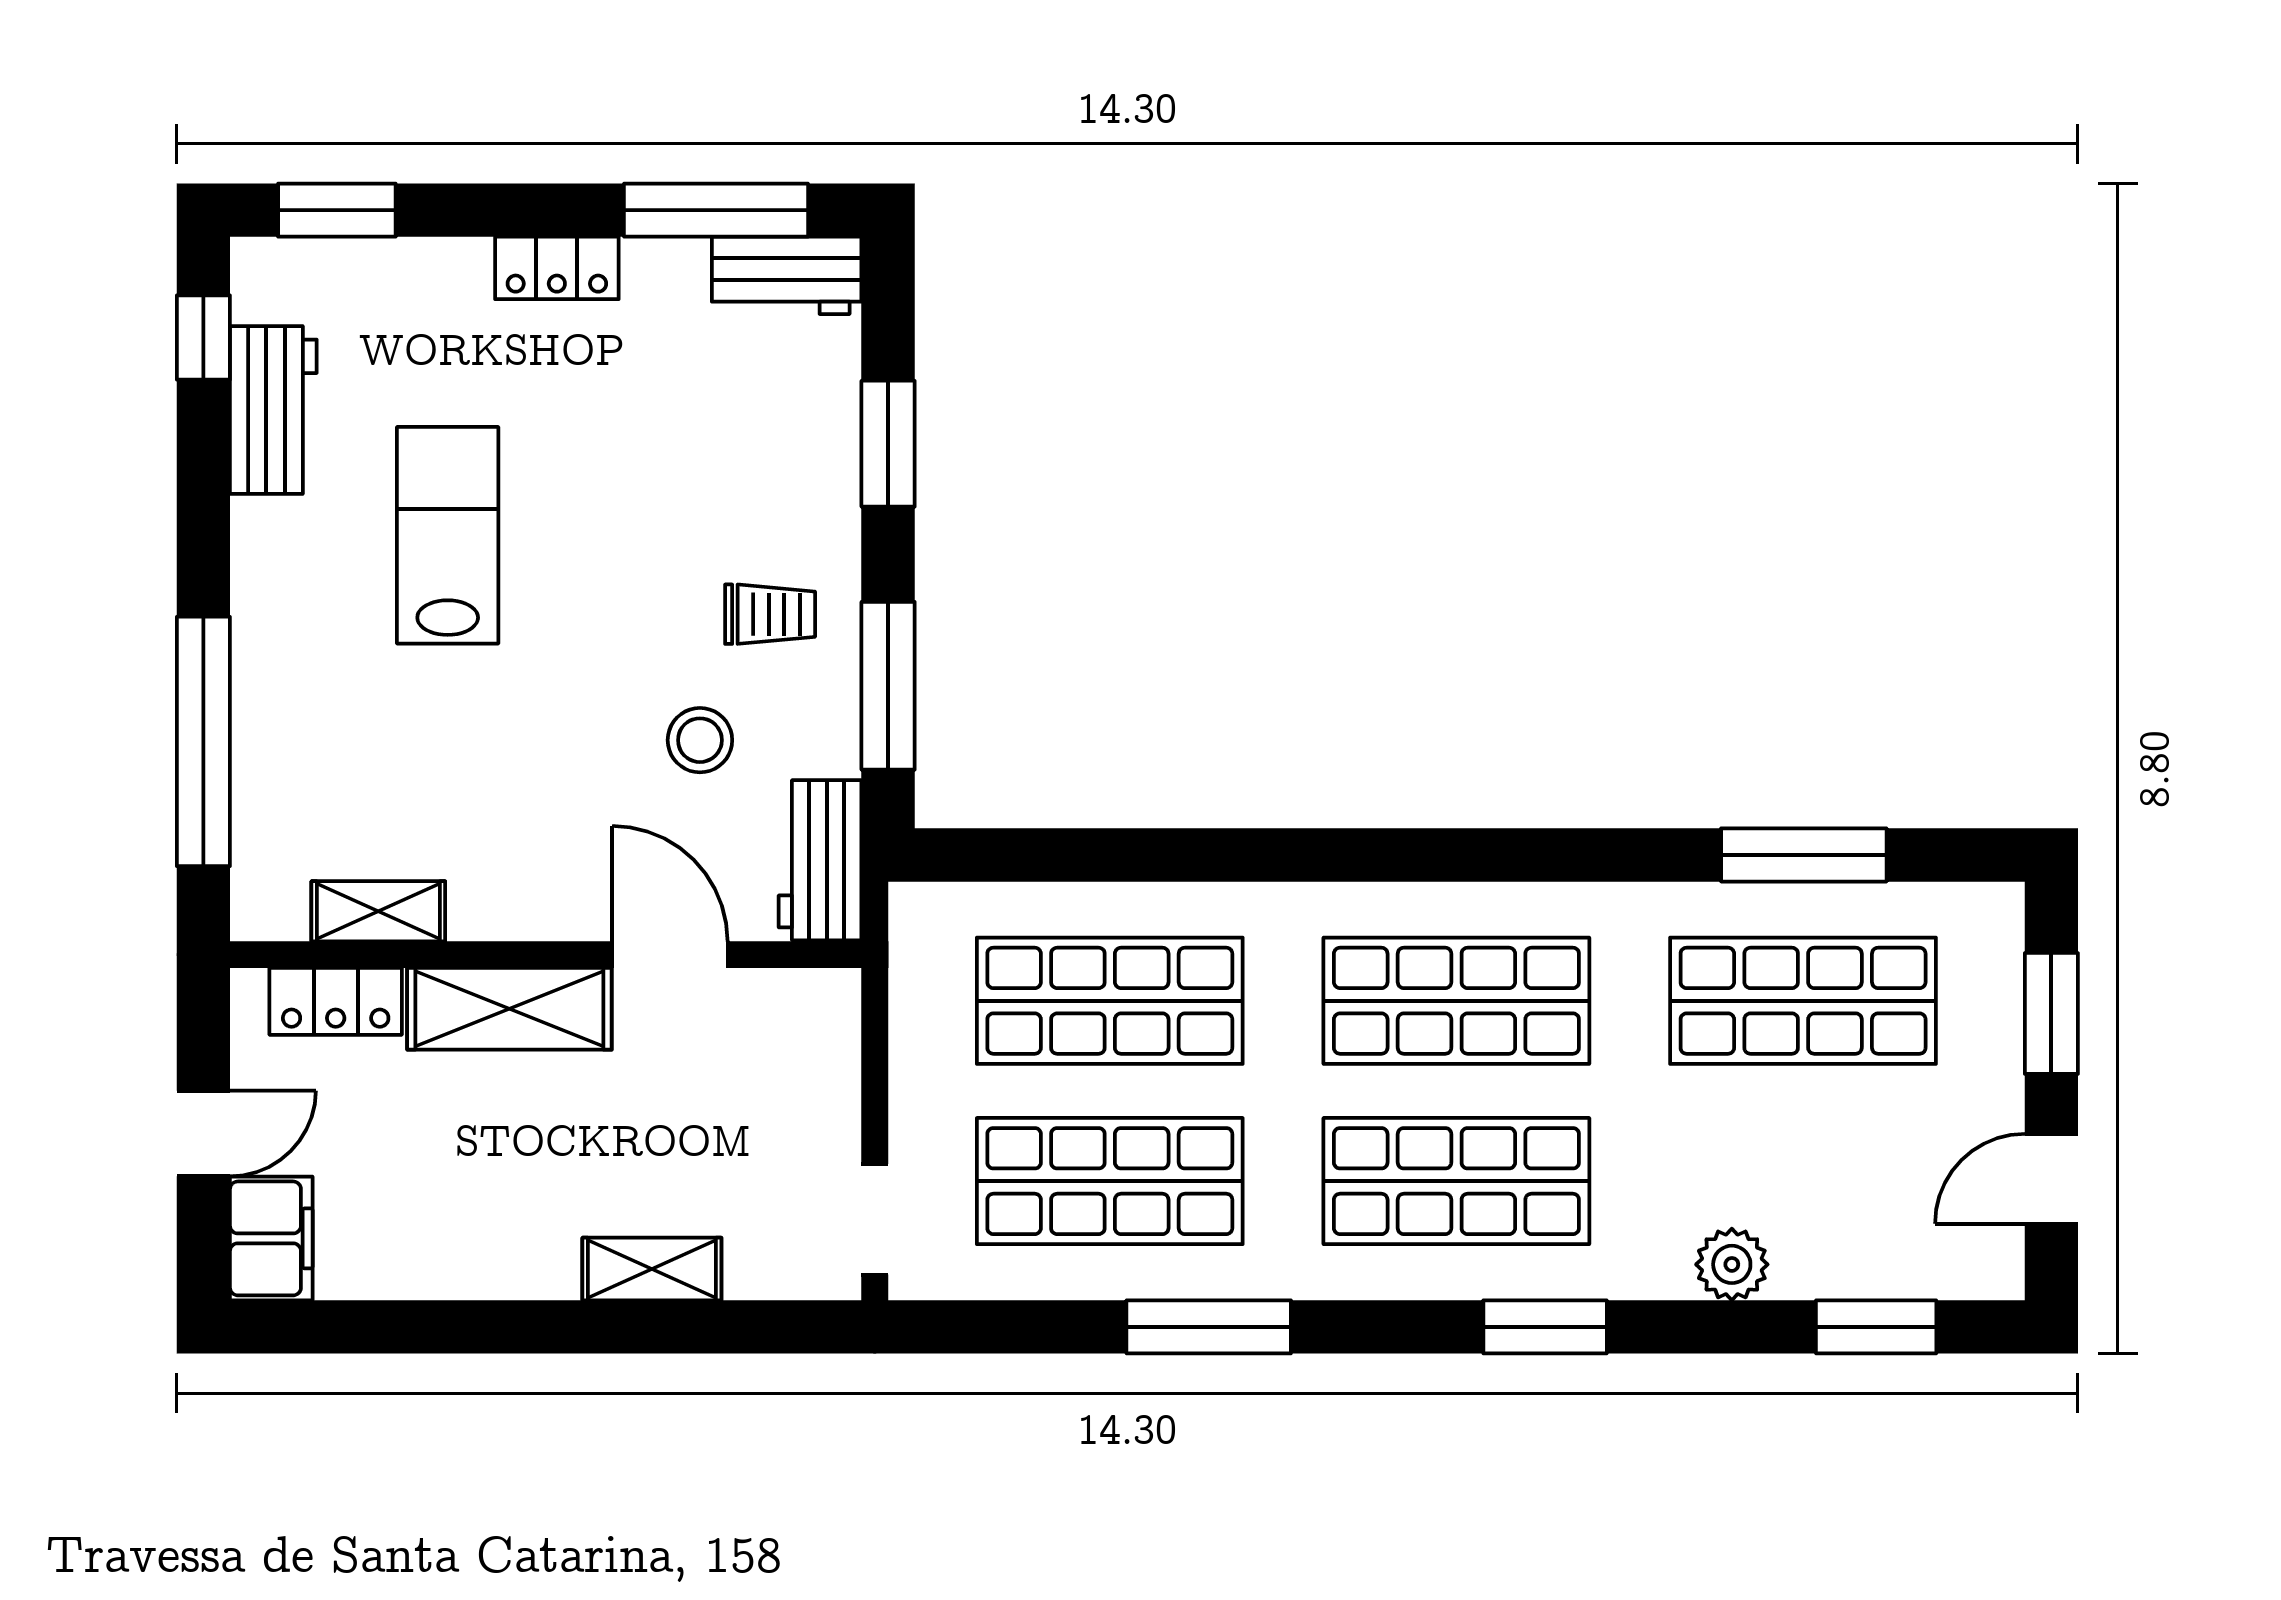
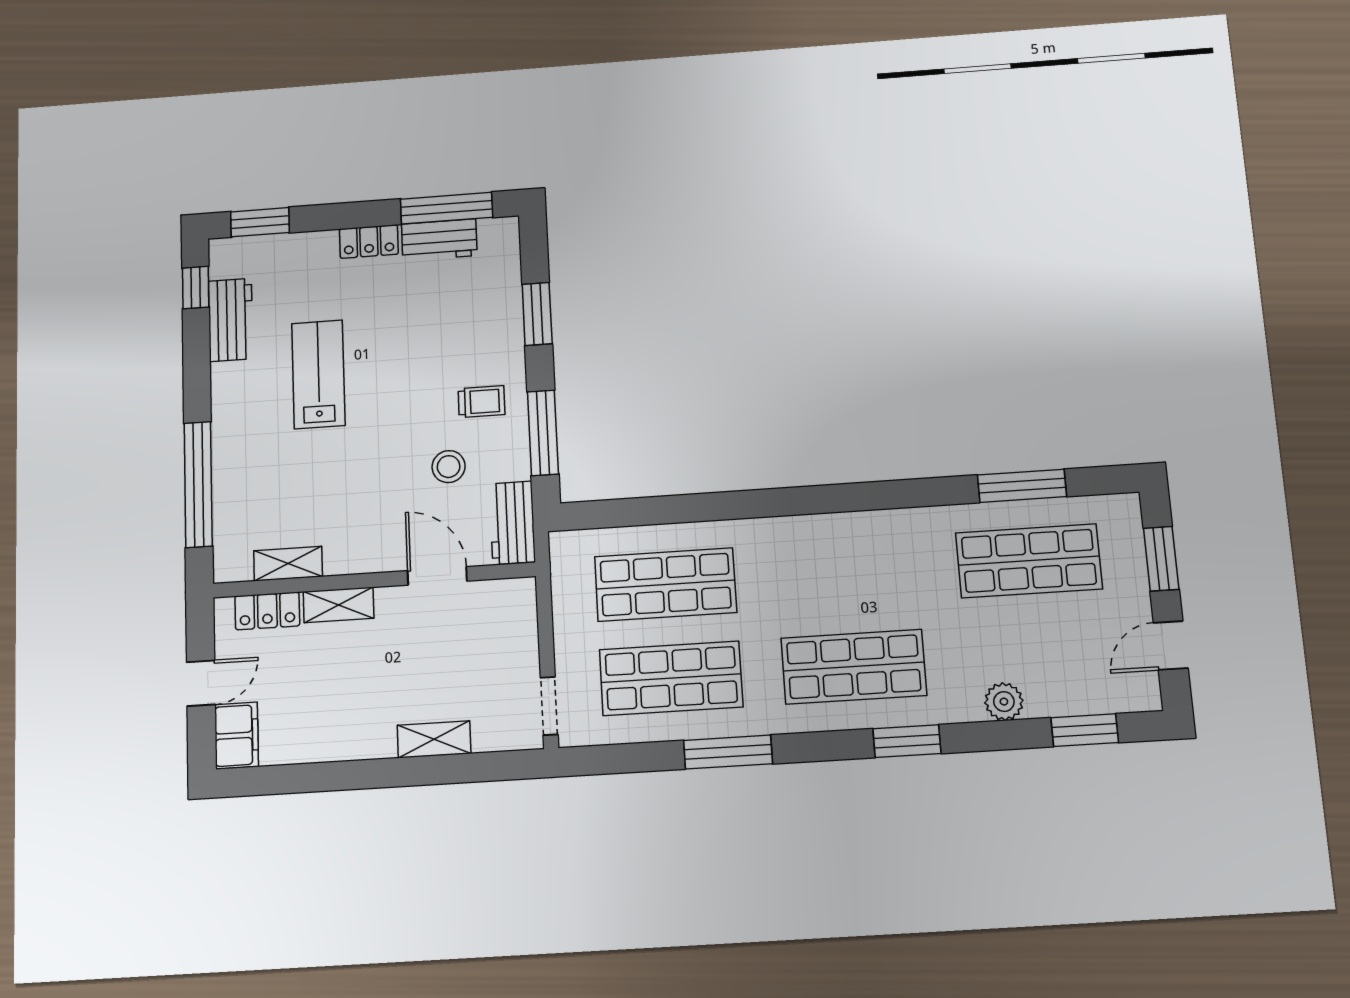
workbench: (787, 275) -> (439, 240), moved
shop shelf: (1456, 1001) -> (846, 573), removed
shelving: (509, 1009) -> (338, 605), width x0.67, depth x0.75

